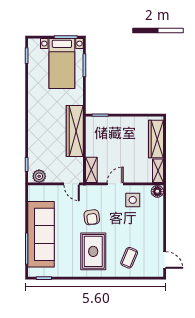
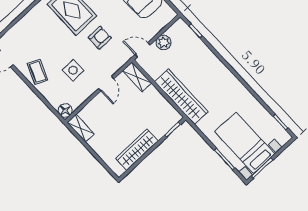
wardrobe: (156, 139) -> (137, 150), moved, turned -90
plant: (39, 176) -> (163, 42), moved
side table: (133, 200) -> (73, 70), moved
armchair: (92, 217) -> (100, 38), turned 98
coffee table: (129, 258) -> (37, 72), moved

